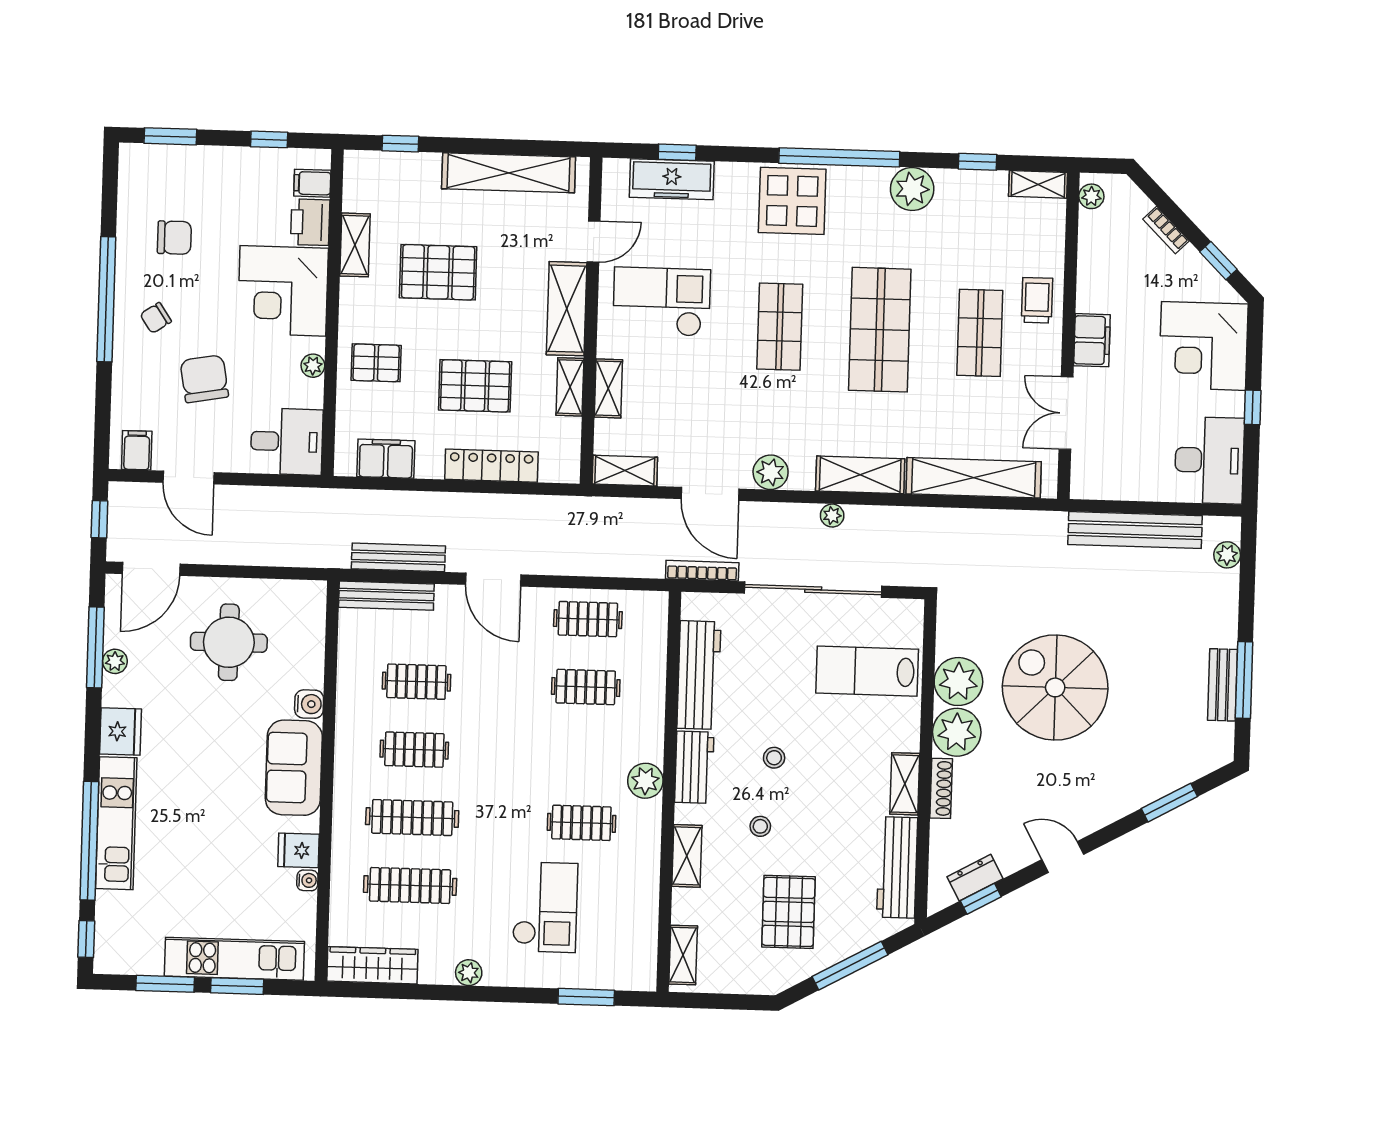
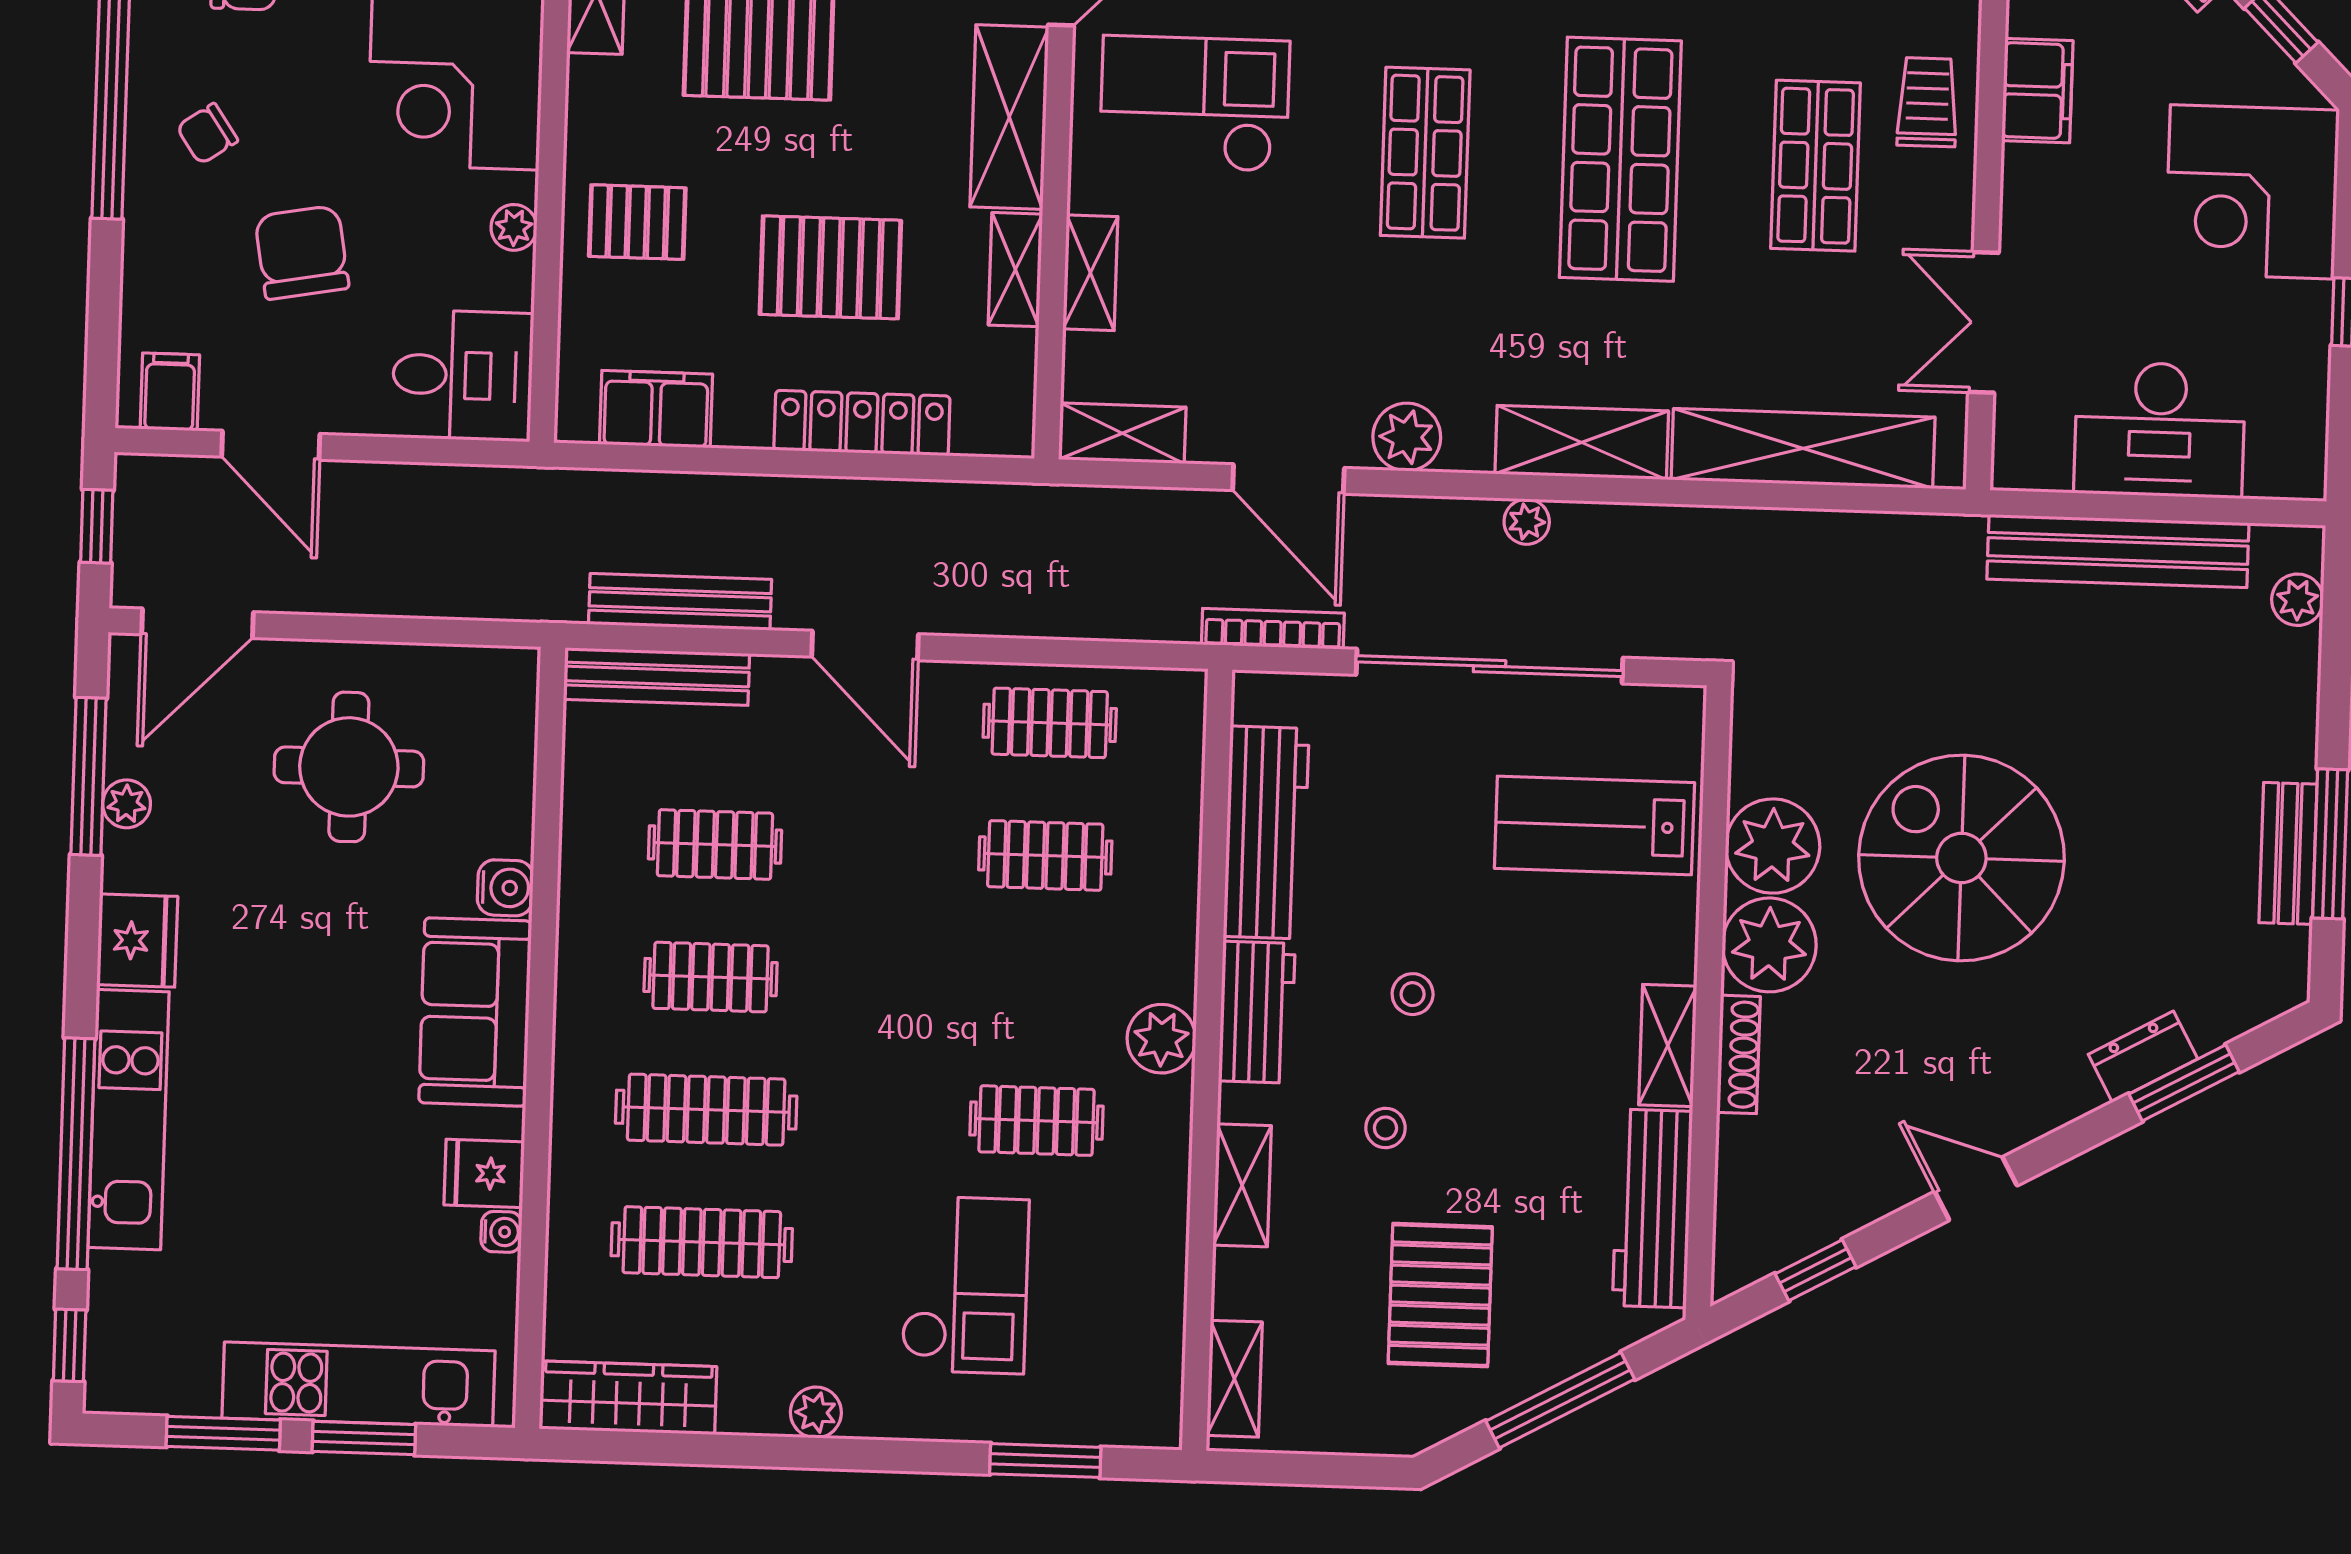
filing cabinet: (1092, 340) -> (2037, 91), moved
desk: (1209, 460) -> (2160, 430), moved, turned 90
dresser: (975, 878) -> (2143, 1057), moved

